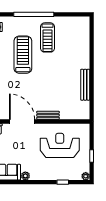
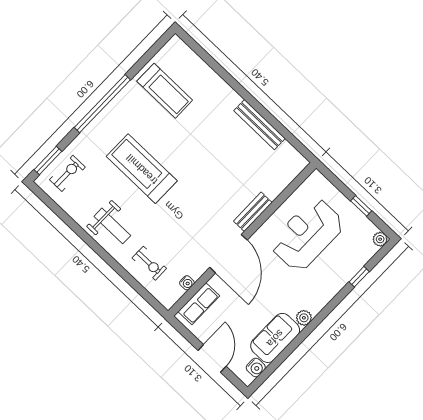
treadmill: (48, 37) -> (165, 91), moved
door: (22, 122) -> (228, 254), swing flipped

